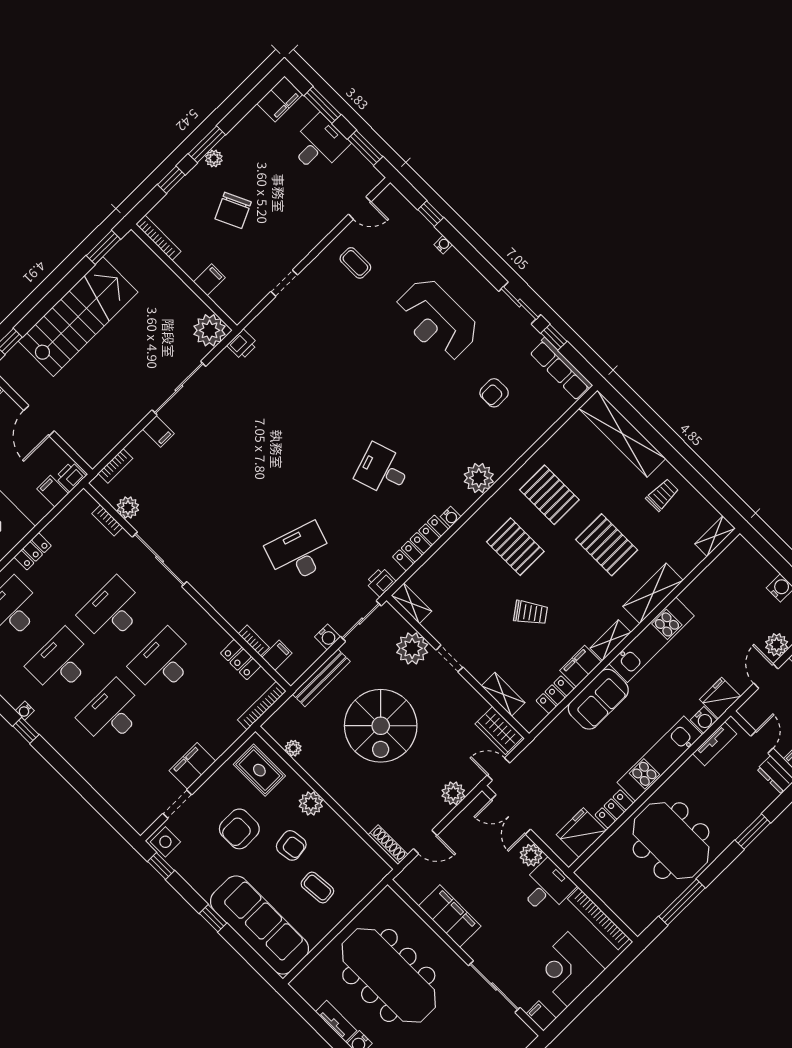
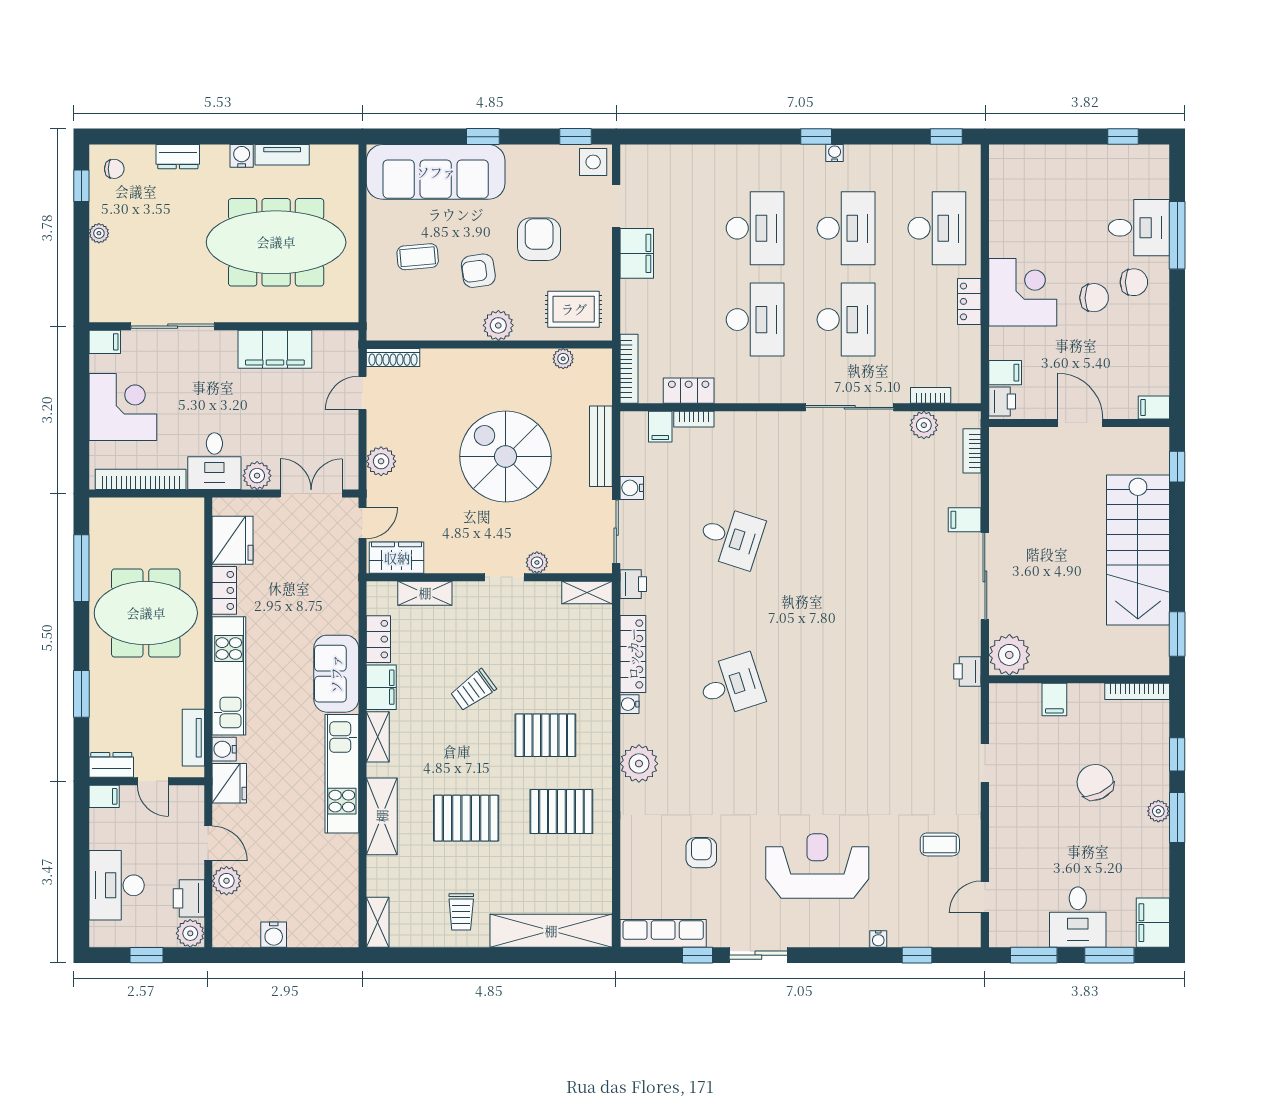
desk: (300, 553) -> (731, 537), width x0.73
plant: (412, 648) -> (537, 563), width x0.53, depth x0.53

